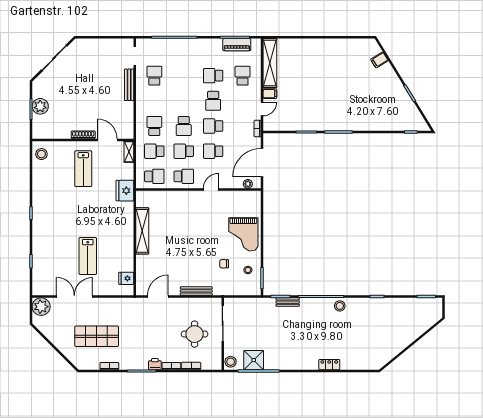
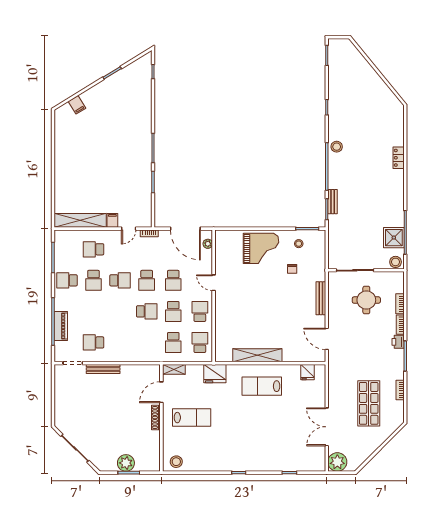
piano: (237, 45) -> (61, 326), moved
door: (262, 109) -> (129, 229), swing flipped
school desk: (154, 126) -> (67, 280), moved
lab bench: (88, 256) -> (262, 386), moved, turned 180

